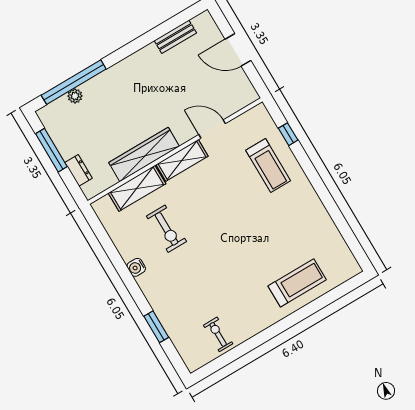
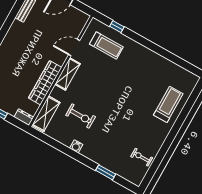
treadmill: (268, 166) -> (106, 45), moved
dresser: (78, 170) -> (24, 117), moved
shelving: (137, 188) -> (46, 114), moved

